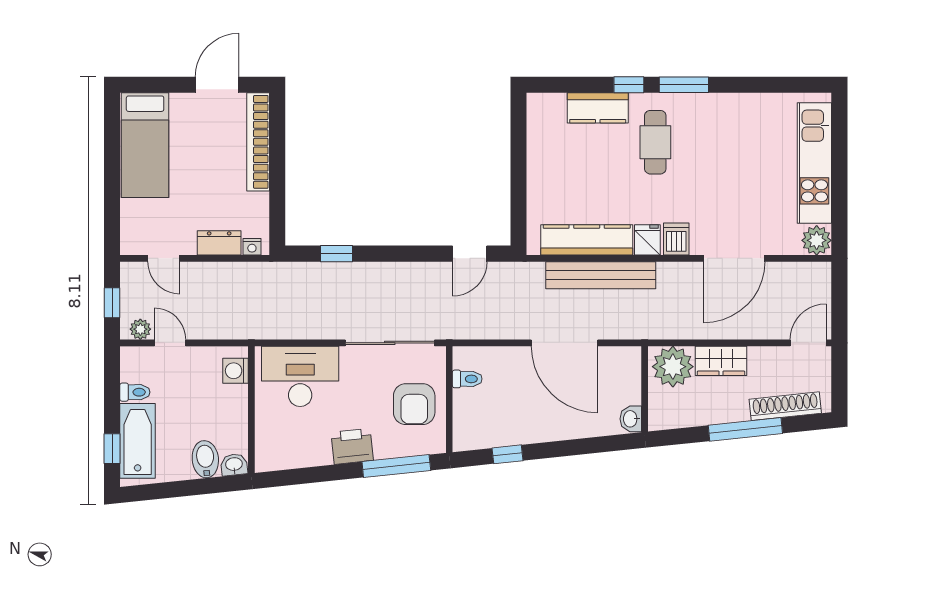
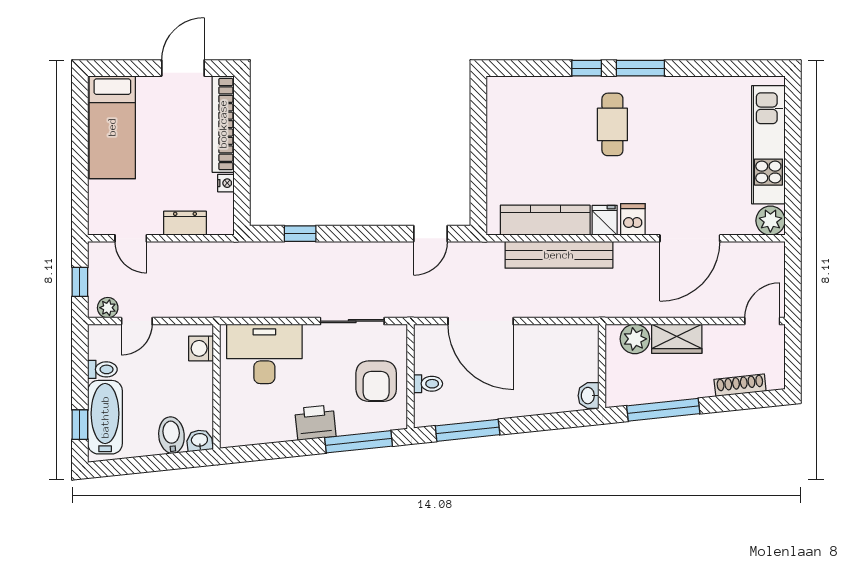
kitchen counter: (598, 108) -> (556, 91), removed
nightstand: (252, 247) -> (226, 183), moved, turned -90
door: (170, 343) -> (137, 321), swing flipped
sliding door: (390, 343) -> (352, 321), width x0.73
door: (565, 343) -> (481, 321), moved
plant: (673, 367) -> (635, 339), width x0.73, depth x0.73
toilet: (467, 379) -> (428, 384), moved
shoe rack: (785, 406) -> (740, 385), width x0.74, depth x0.81
window: (745, 429) -> (663, 410), moved
window: (508, 454) -> (468, 430), width x2.17

